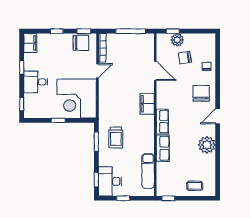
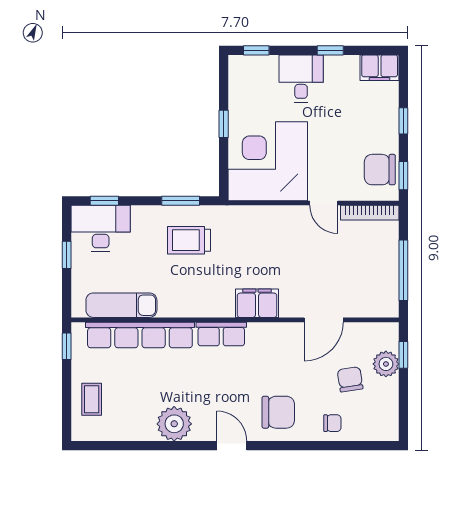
chair: (81, 43) -> (380, 170), turned 90
row of seats: (163, 148) -> (140, 335), width x2.02

